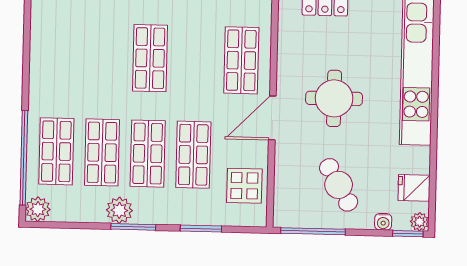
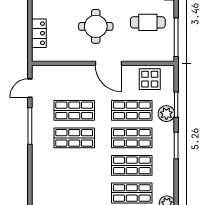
shop shelf: (241, 60) -> (74, 110), moved
cafe table: (339, 185) -> (148, 22), turned 30
plant: (119, 210) -> (166, 114), moved

